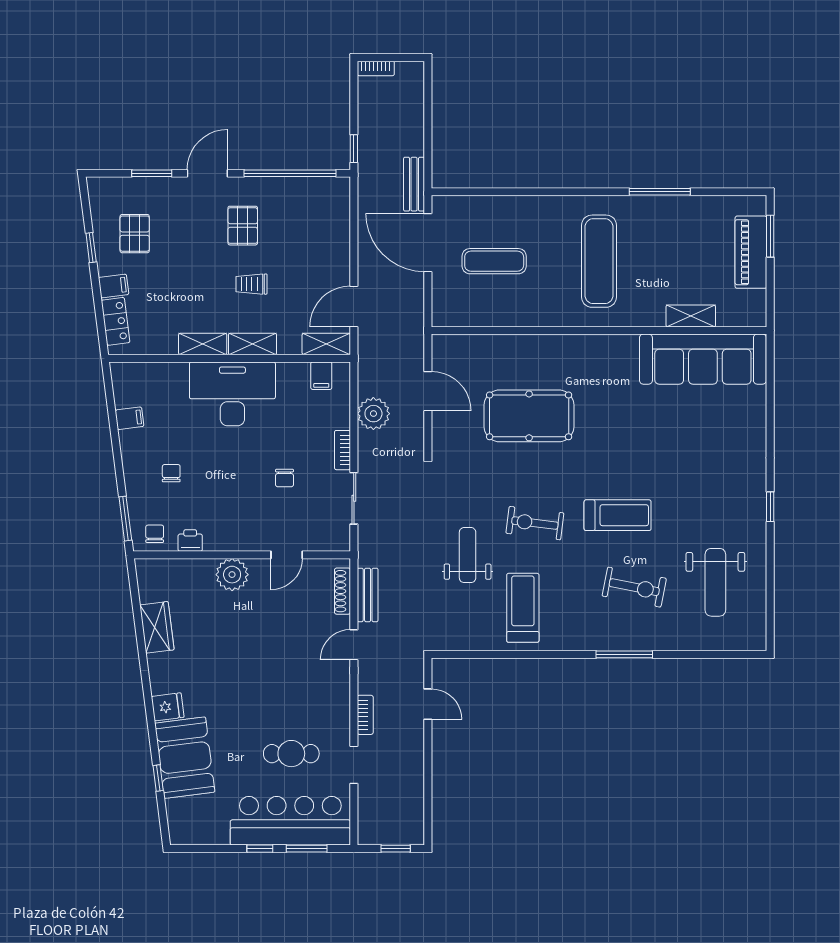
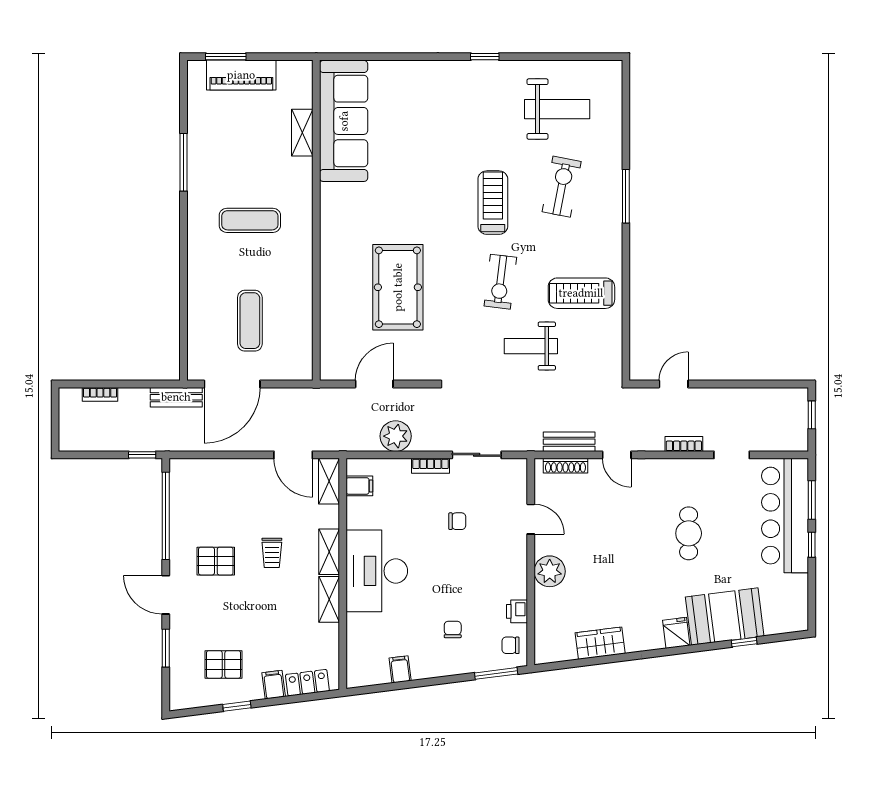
bookcase: (376, 68) -> (100, 394), moved, turned 90
exercise mat: (599, 261) -> (250, 220), width x0.73, depth x0.69
chair: (171, 473) -> (453, 629), turned 90
cafe table: (291, 754) -> (689, 533), moved

